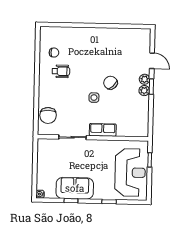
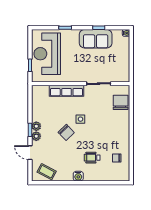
water cooler: (98, 33) -> (78, 176), added
coffee table: (134, 39) -> (47, 172), added
wheelchair: (61, 71) -> (92, 158), moved
row of seats: (103, 130) -> (67, 91), width x1.48

